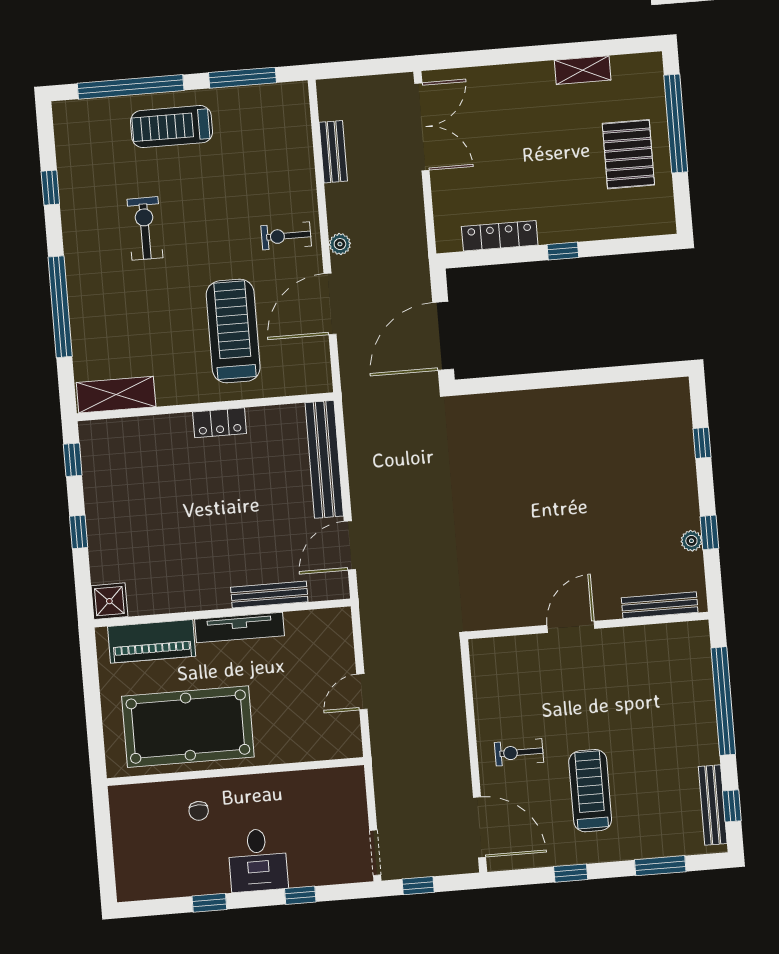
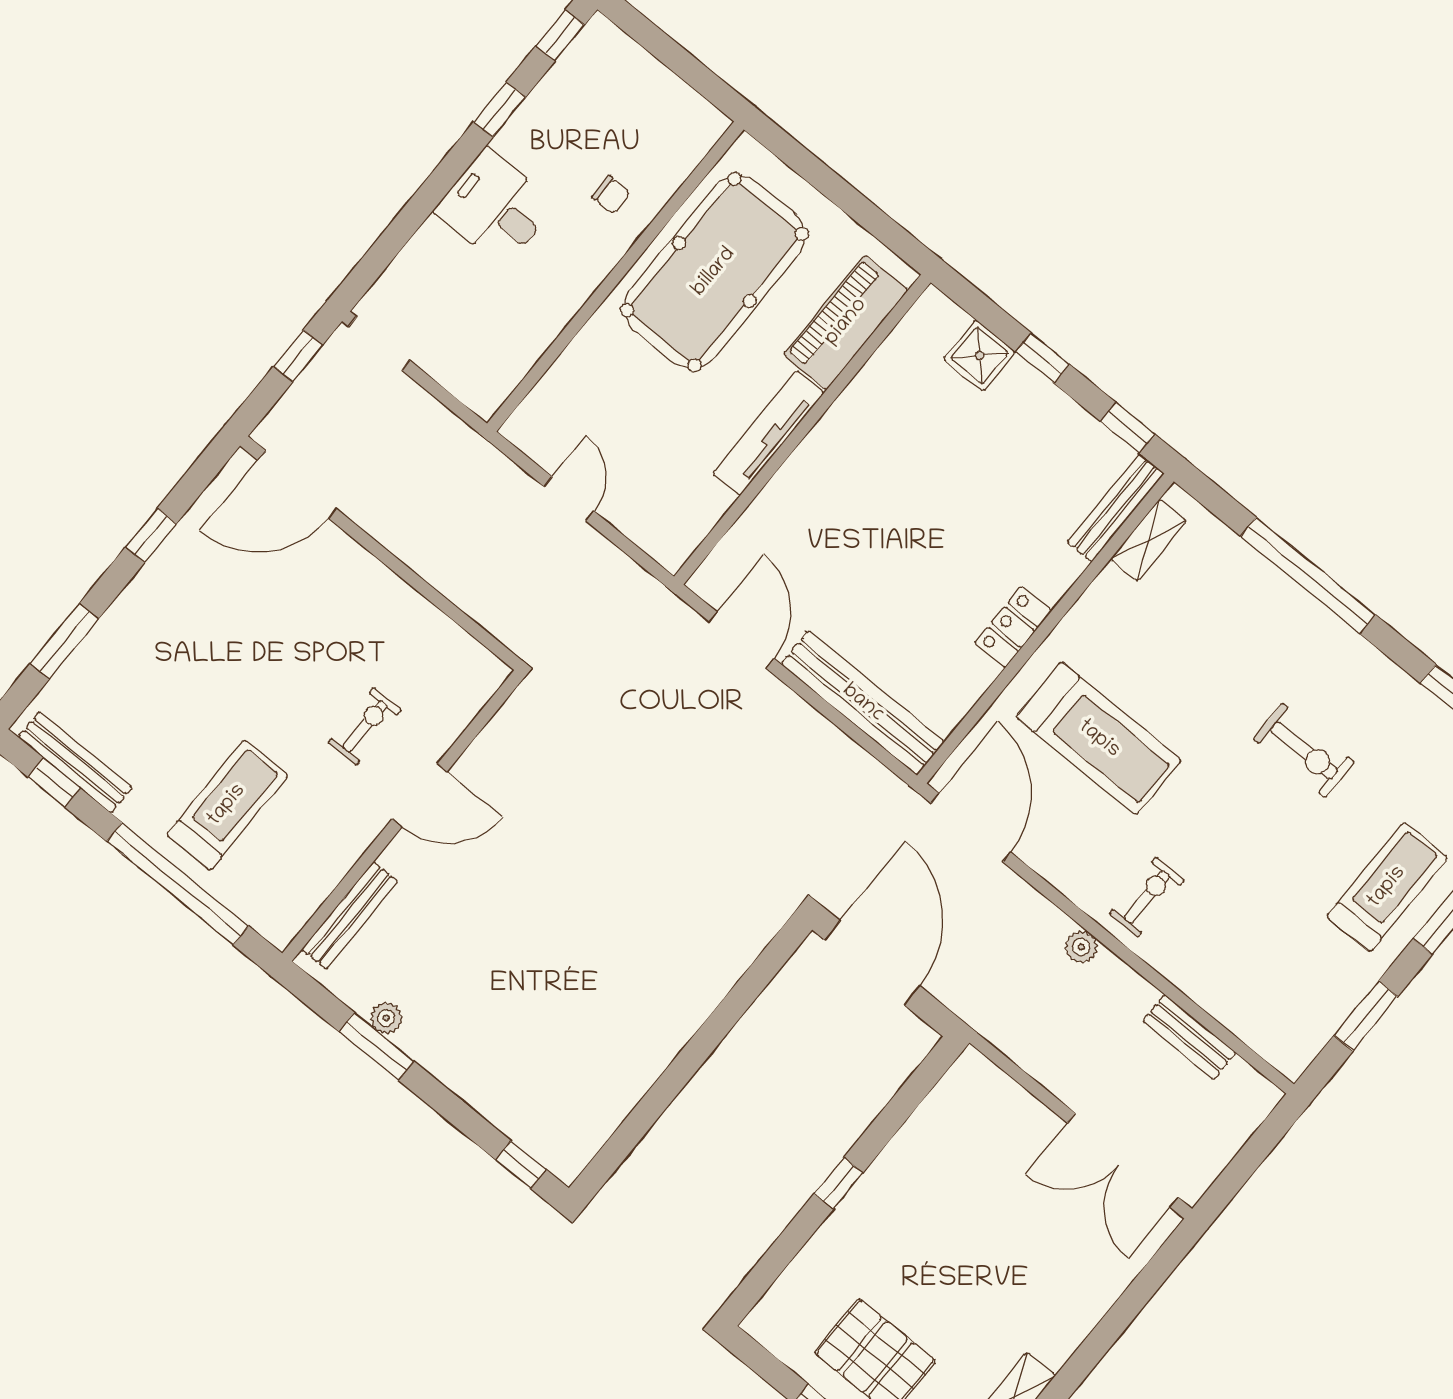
window: (242, 78) -> (1366, 1016), width x0.69
locker: (500, 236) -> (922, 1130), removed
door: (330, 304) -> (971, 828), moved
shelving: (116, 395) -> (1148, 540), width x0.67, depth x0.75
window: (702, 443) -> (521, 1165), moved
window: (709, 532) -> (377, 1046), width x1.50
bench: (269, 594) -> (1116, 508), moved
shower: (109, 601) -> (980, 356), moved
door: (571, 627) -> (419, 795), hinge flipped
exercise bike: (519, 752) -> (365, 726), moved
treadmill: (590, 791) -> (227, 805), moved, turned -90
chair: (199, 811) -> (611, 195), turned 180
window: (300, 895) -> (560, 35), moved

